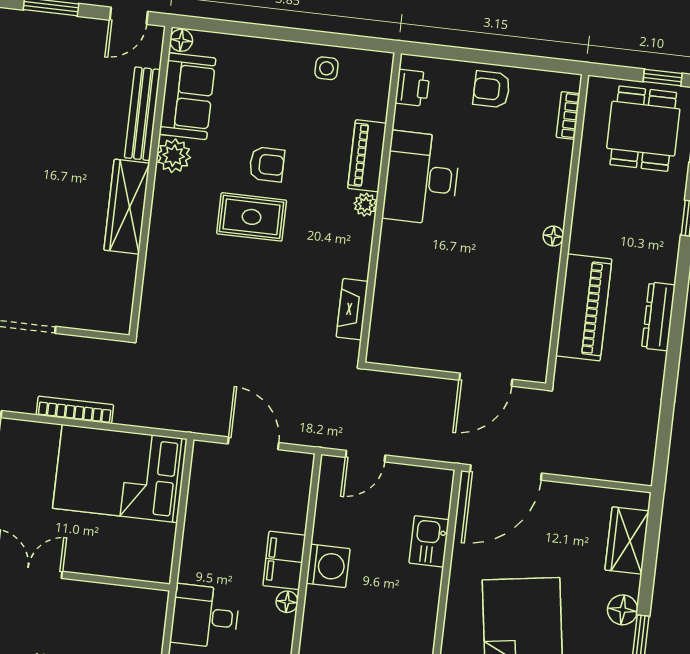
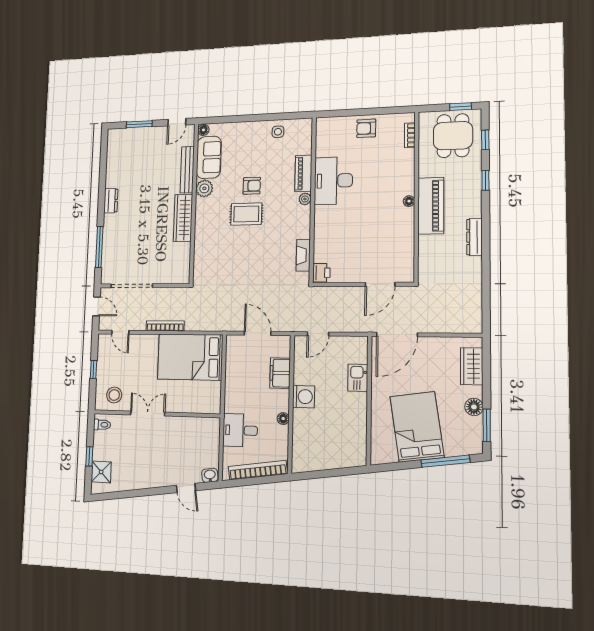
printer: (412, 88) -> (321, 273), moved
piano: (584, 307) -> (431, 206), moved
filing cabinet: (284, 560) -> (280, 373), moved

